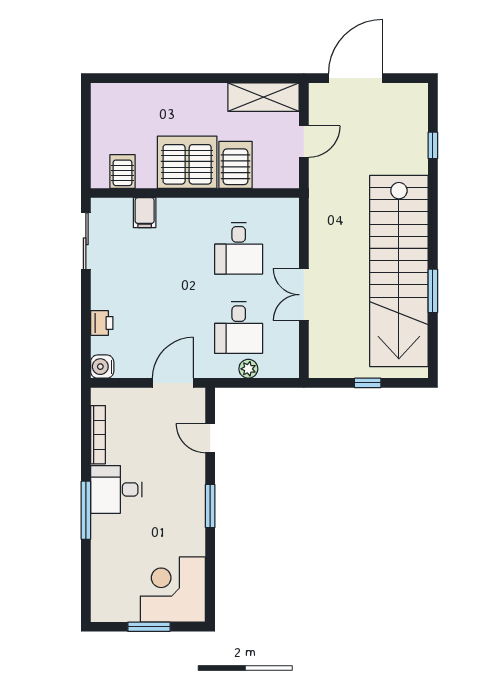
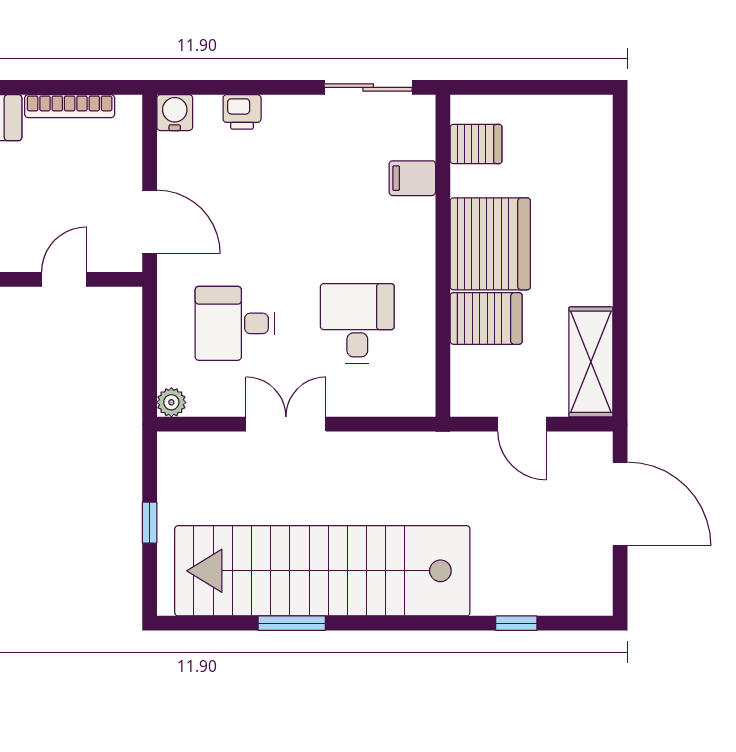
desk: (239, 248) -> (357, 323), turned 90
plant: (248, 369) -> (171, 402), moved

